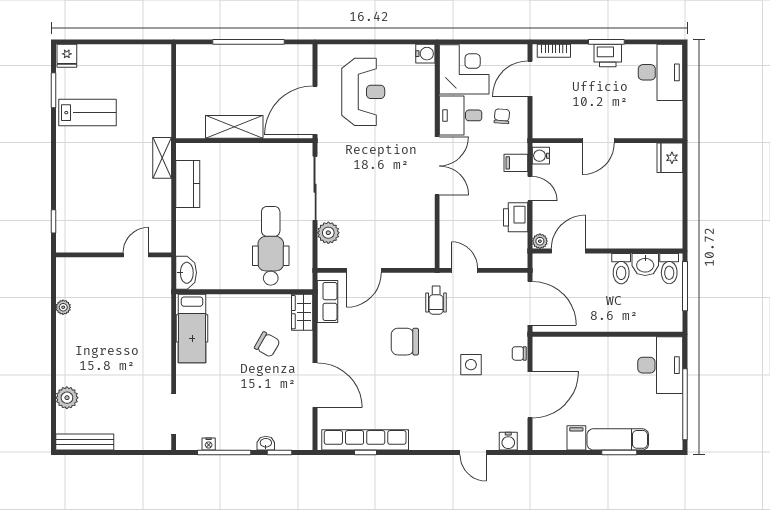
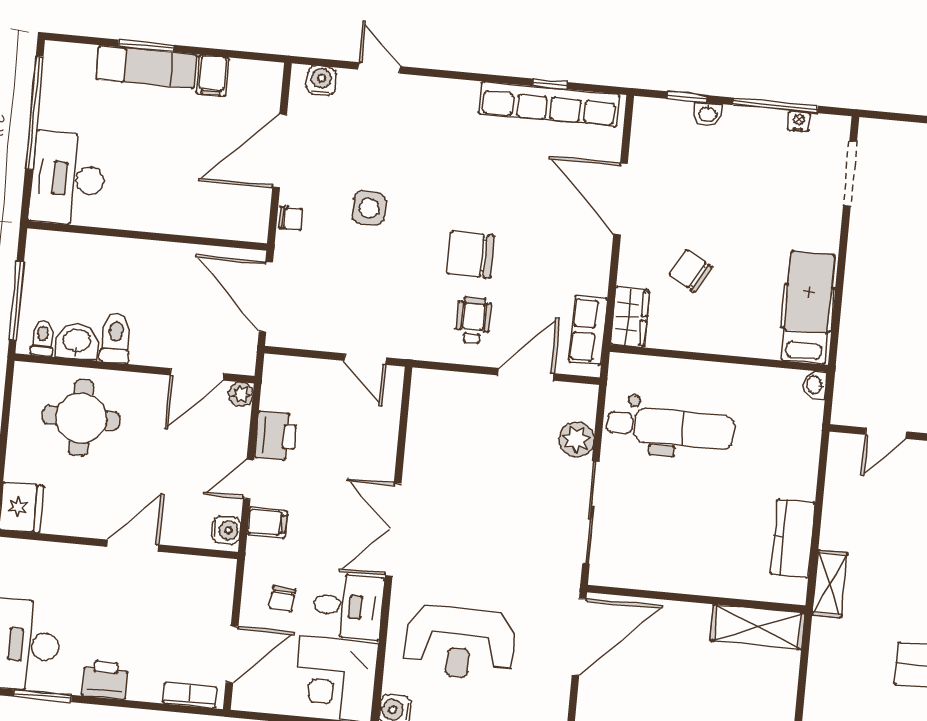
window: (606, 42) -> (43, 696), moved
reception desk: (363, 92) -> (459, 643), moved, turned -90
shelving: (234, 127) -> (757, 627), moved
door: (530, 189) -> (249, 479), hinge flipped
round table: (638, 217) -> (81, 418), added
dental chair: (271, 246) -> (670, 427), turned -90
toilet: (669, 269) -> (42, 338), width x0.73, depth x0.72
washbasin: (186, 273) -> (815, 385), width x0.52, depth x0.69
wheelchair: (436, 300) -> (473, 320), moved
chair: (405, 342) -> (471, 255), turned 180

